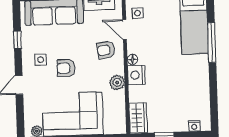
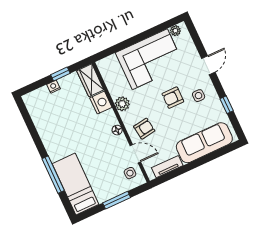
armchair: (66, 68) -> (173, 98), turned 180
nightstand: (136, 75) -> (101, 103), moved
nightstand: (194, 126) -> (53, 87), moved

